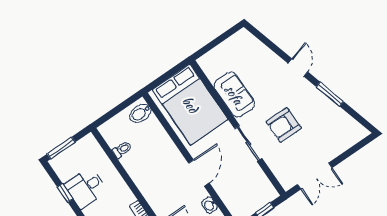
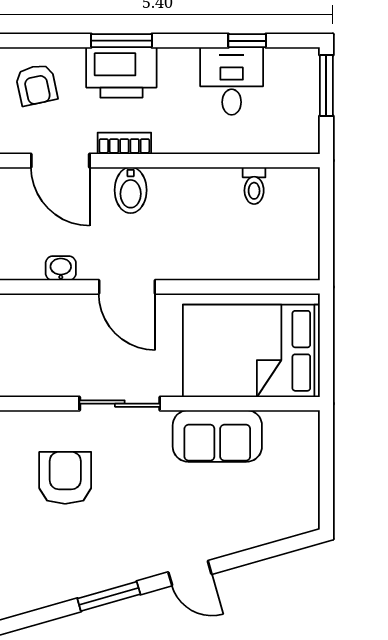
bidet: (140, 113) -> (131, 190), moved, turned 180
armchair: (284, 125) -> (65, 478), moved

